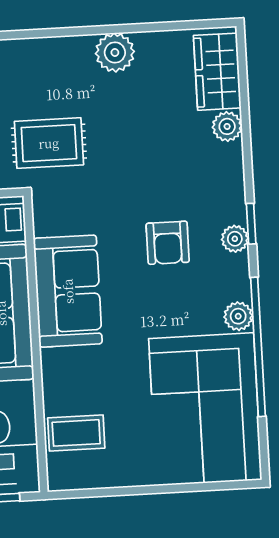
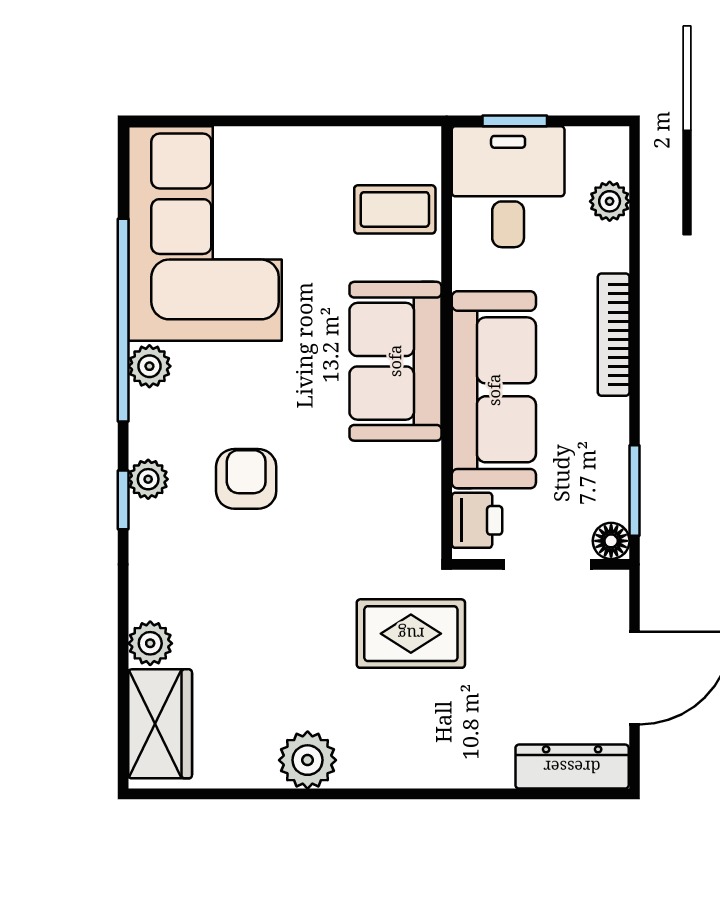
sofa: (68, 291) -> (395, 361), moved

